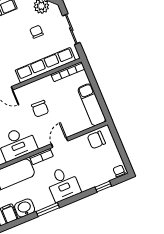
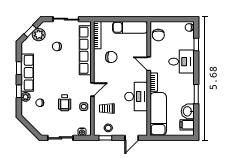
chair: (40, 109) -> (111, 57), moved
desk: (63, 184) -> (181, 62), moved

